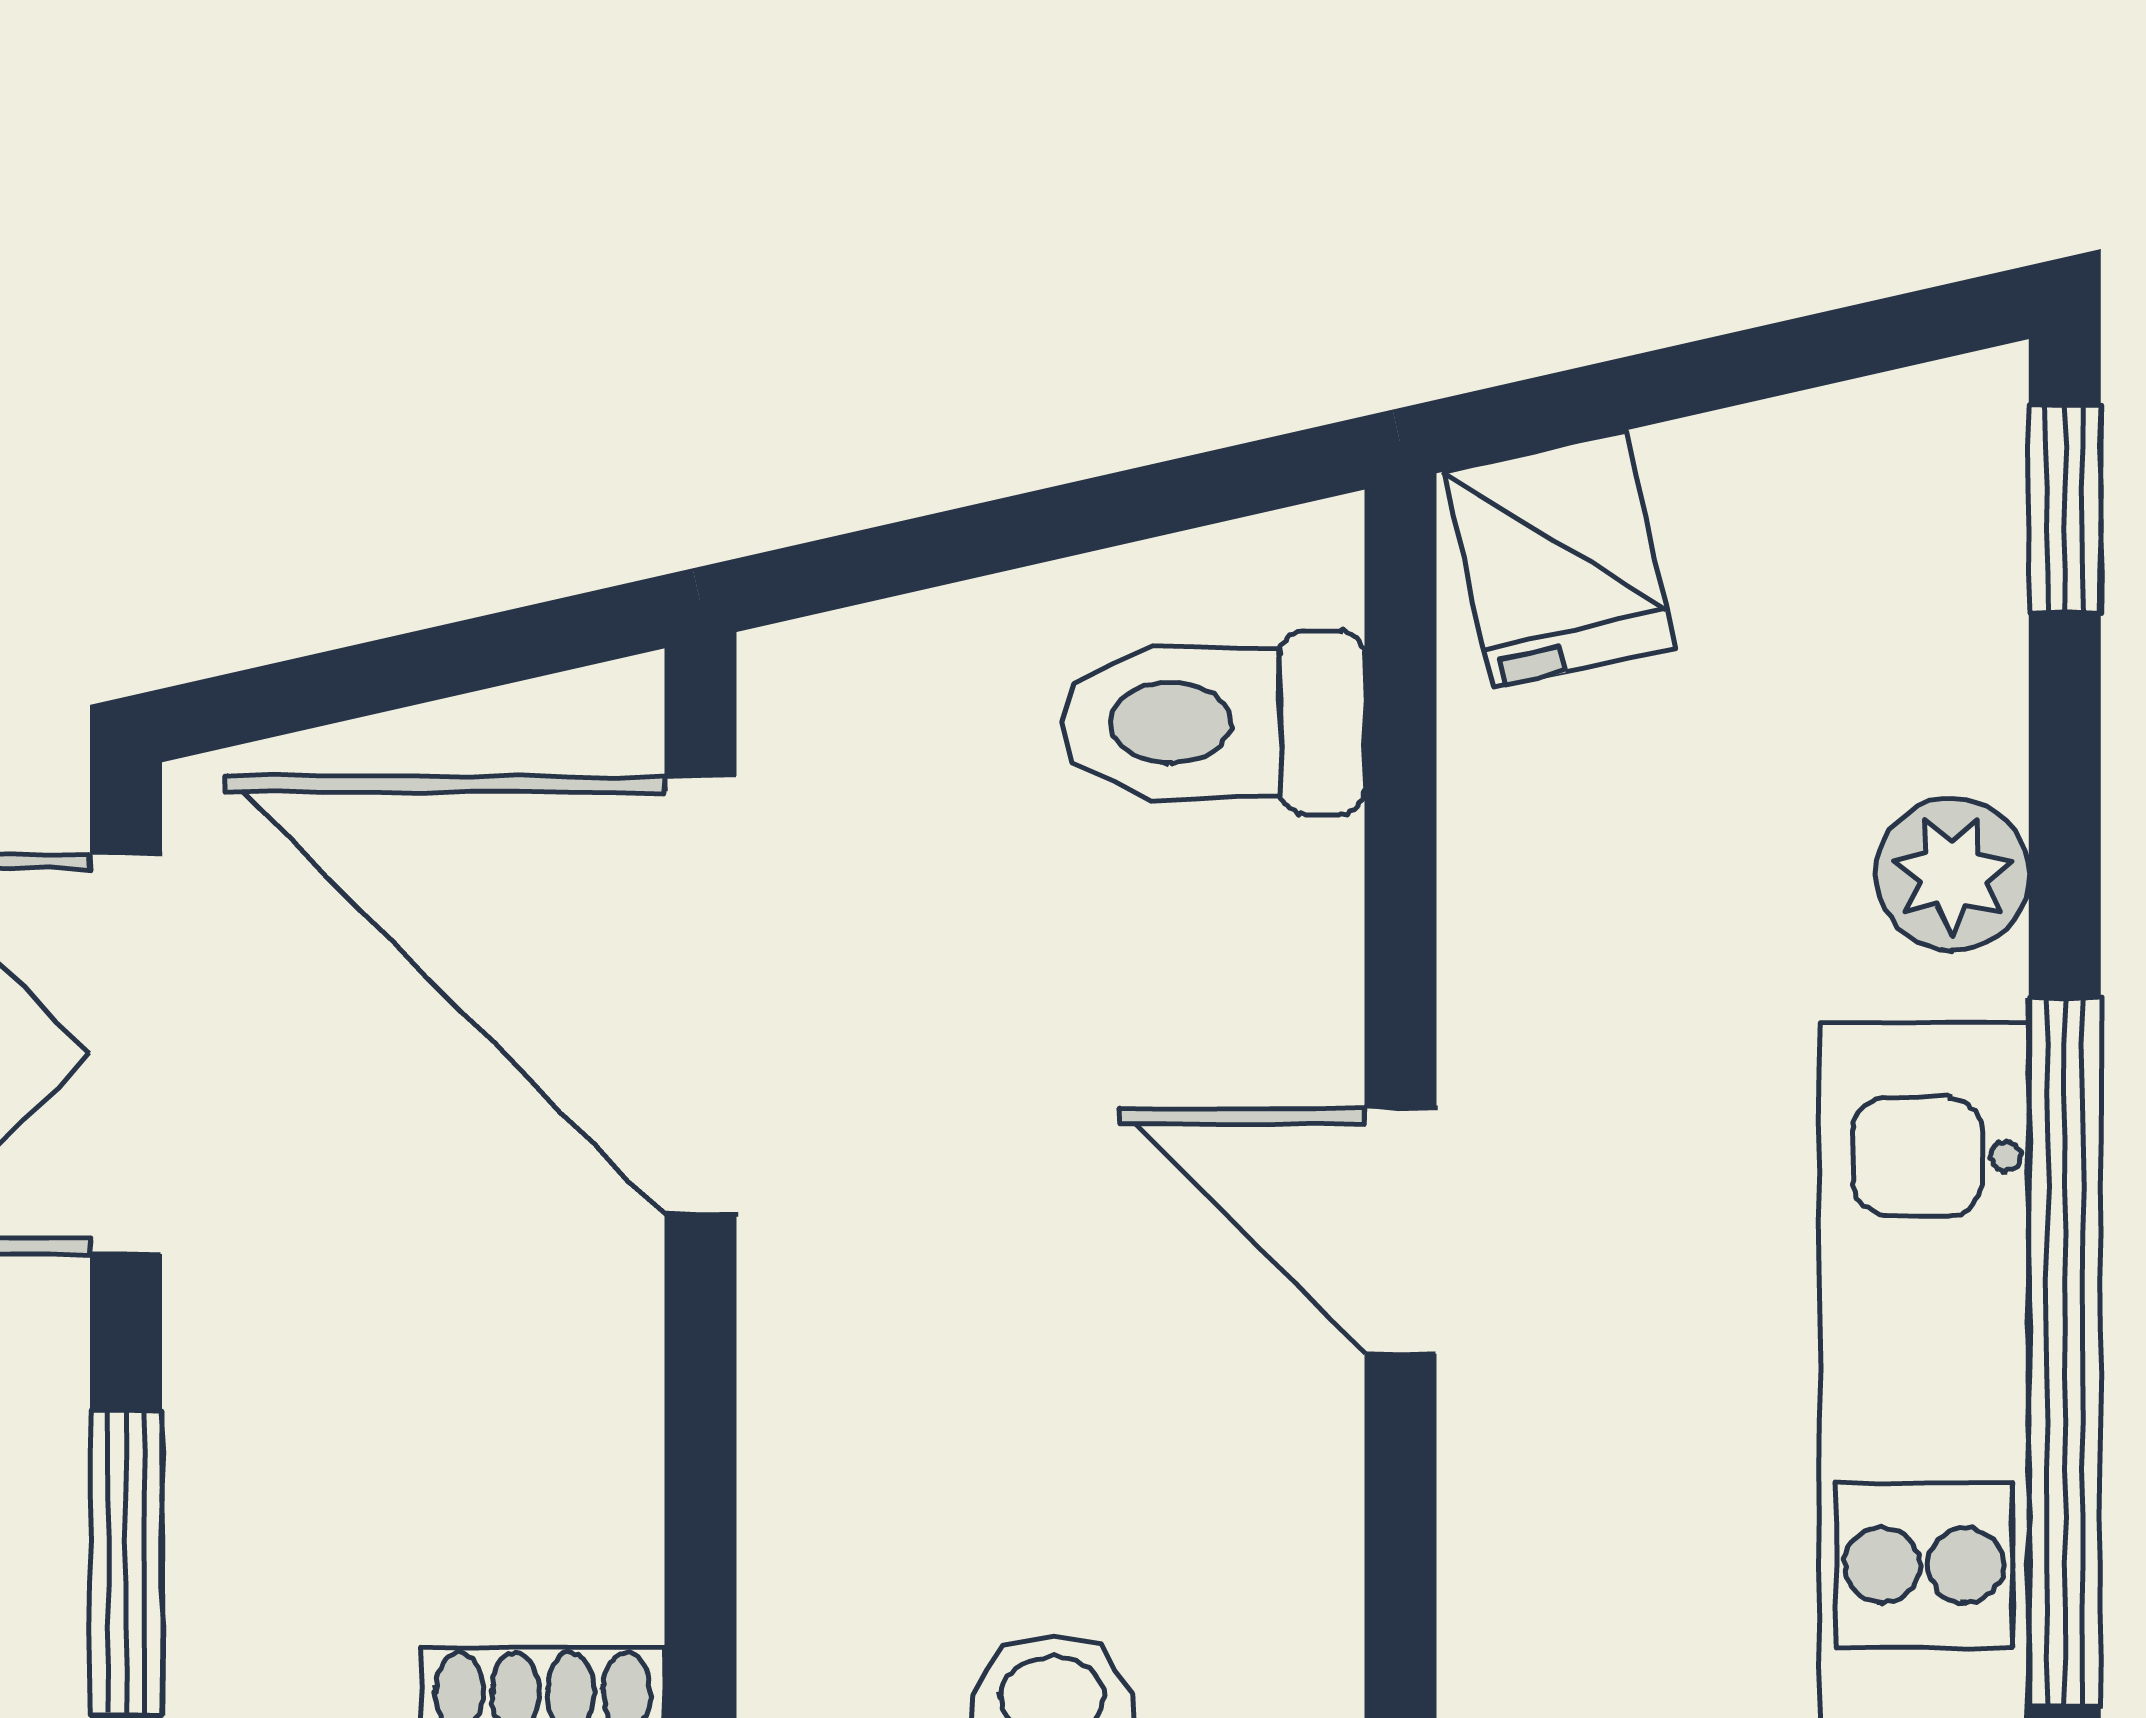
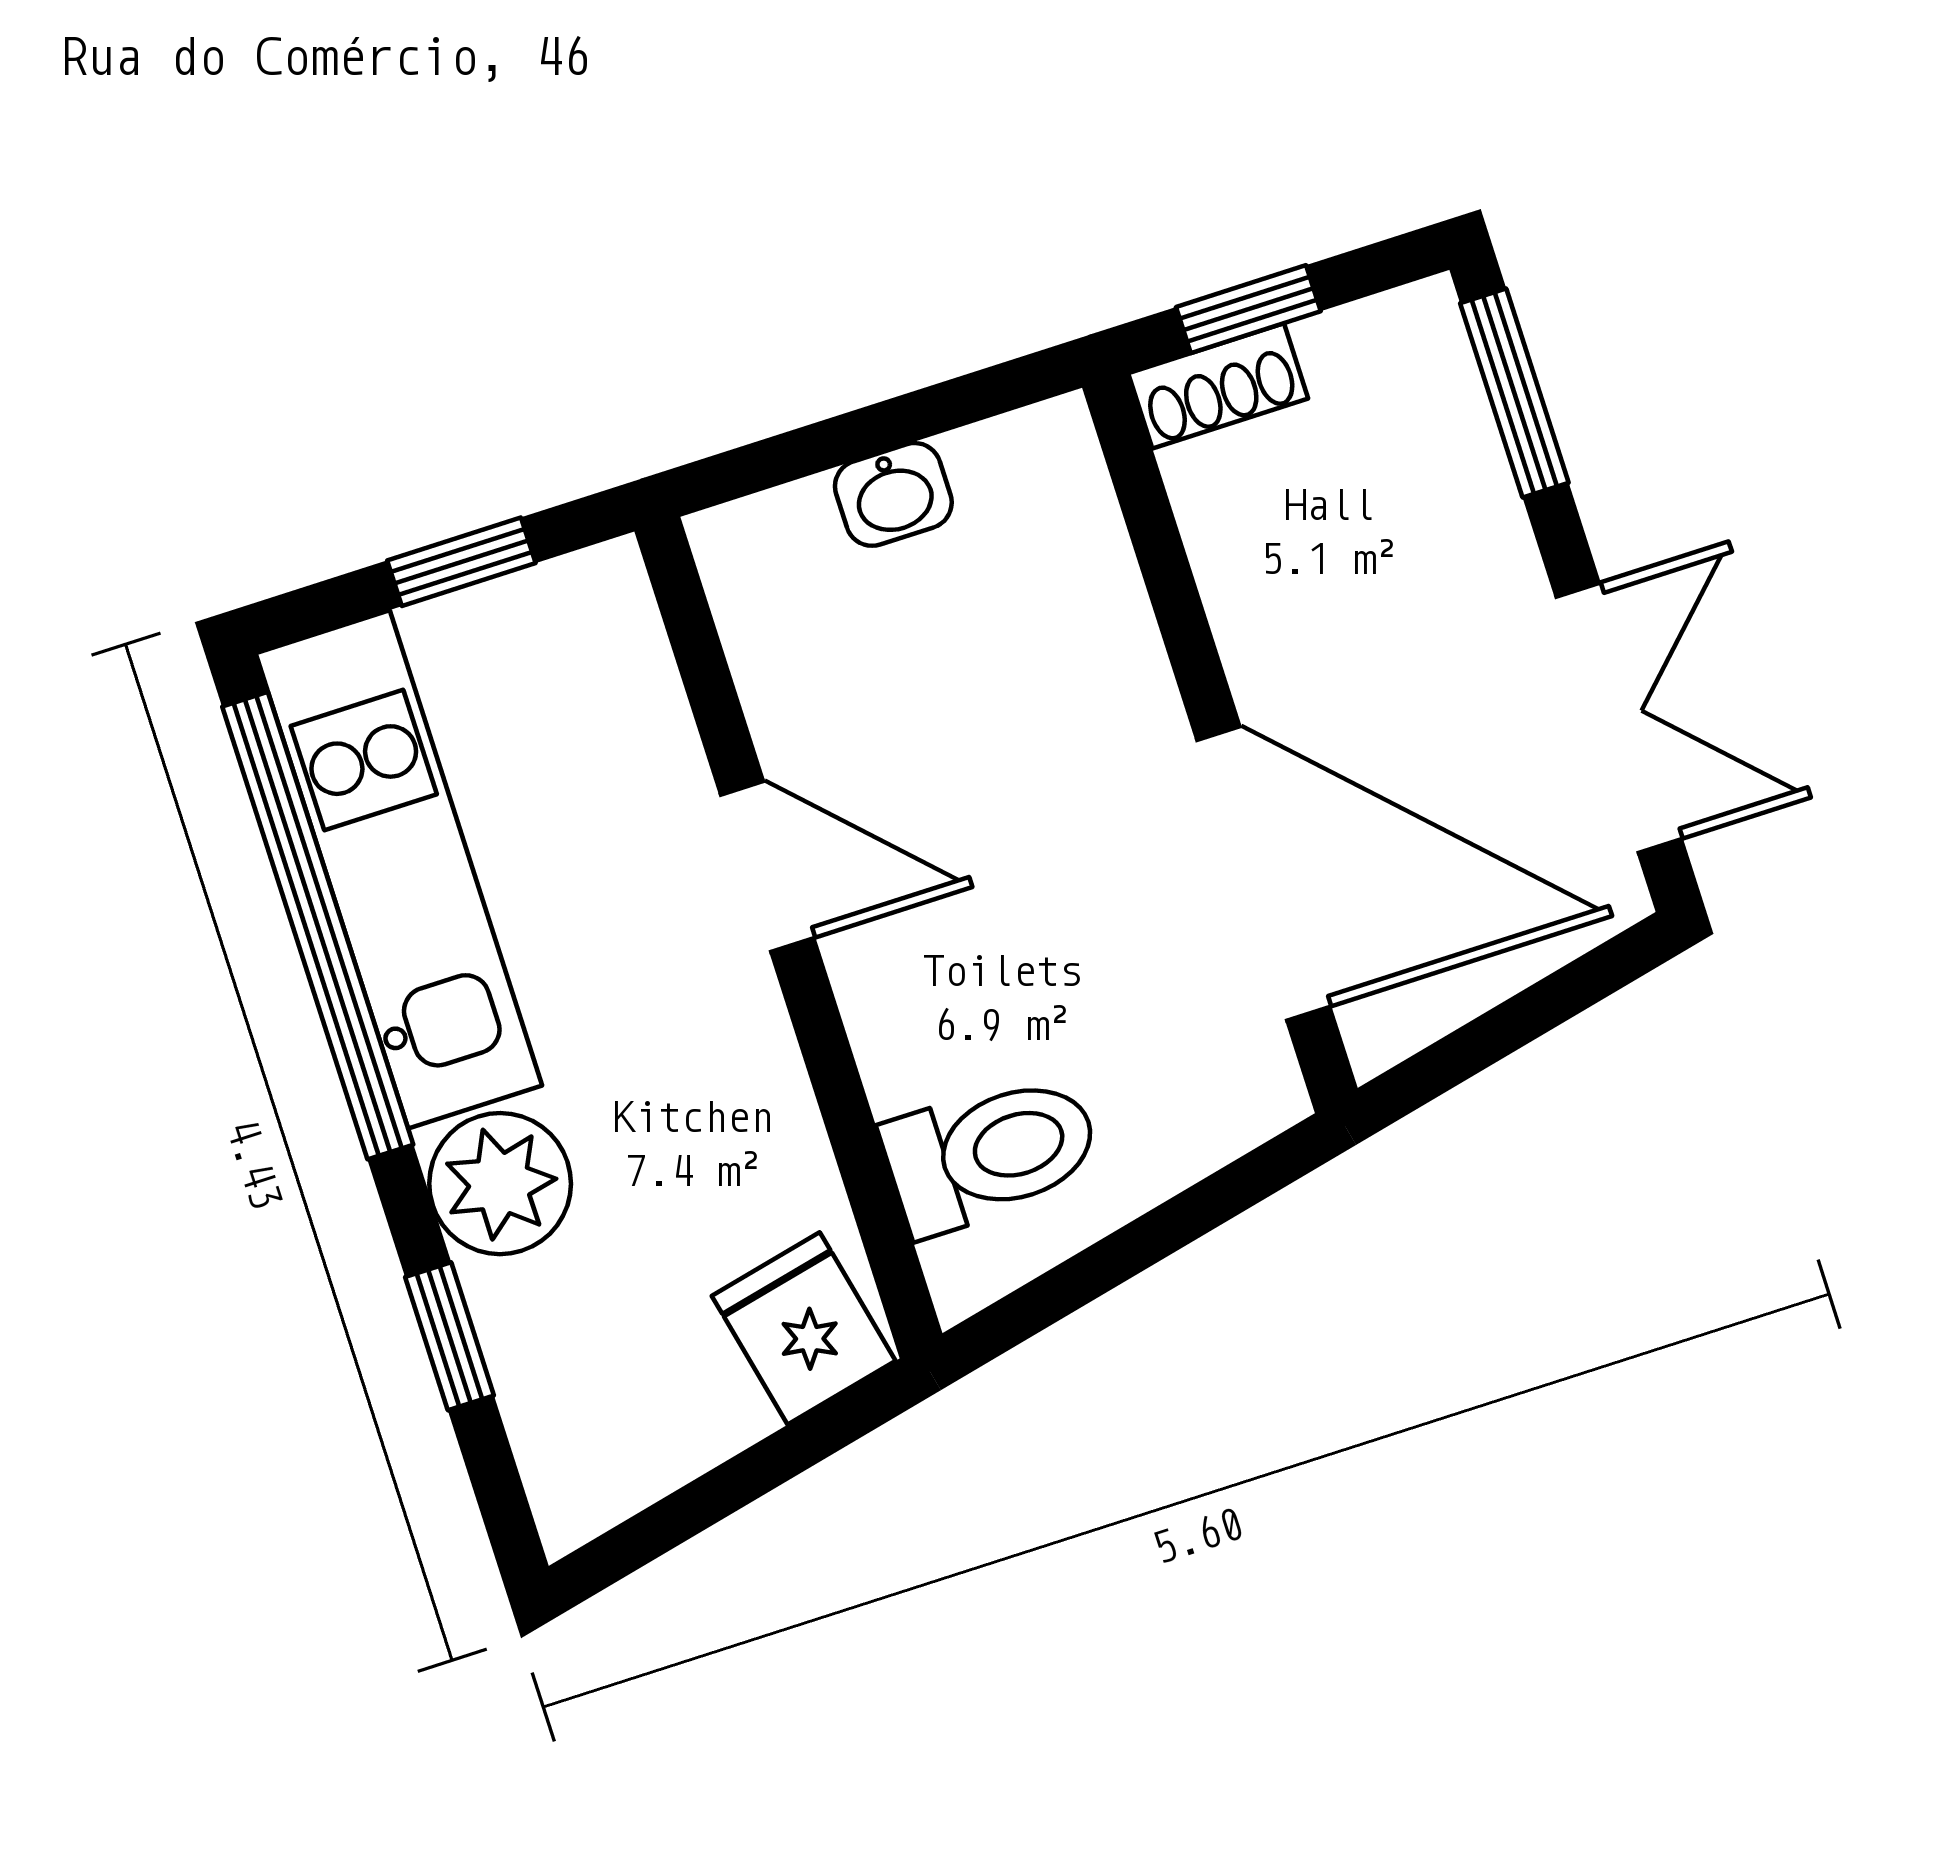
window: (2065, 509) -> (449, 1336), moved
plant: (1952, 874) -> (500, 1184), width x1.38, depth x1.38

